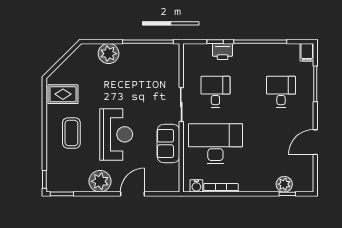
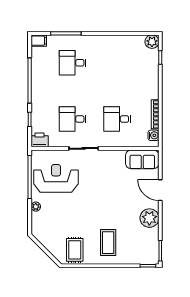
printer: (223, 51) -> (40, 140), moved, turned -90
plant: (109, 54) -> (36, 207), width x0.53, depth x0.53
coffee table: (71, 133) -> (108, 243), turned 90
reception desk: (116, 134) -> (56, 178), moved
door: (315, 142) -> (116, 33), removed
sofa: (168, 143) -> (142, 159), moved
desk: (215, 144) -> (117, 119), width x0.53, depth x0.77
plant: (284, 184) -> (152, 42), moved

